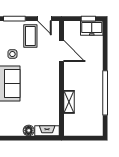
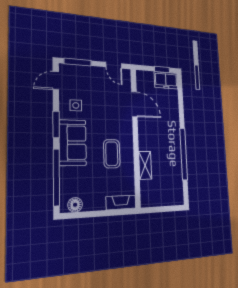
coffee table: (30, 36) -> (112, 154), moved
floor lamp: (29, 130) -> (75, 205), moved

